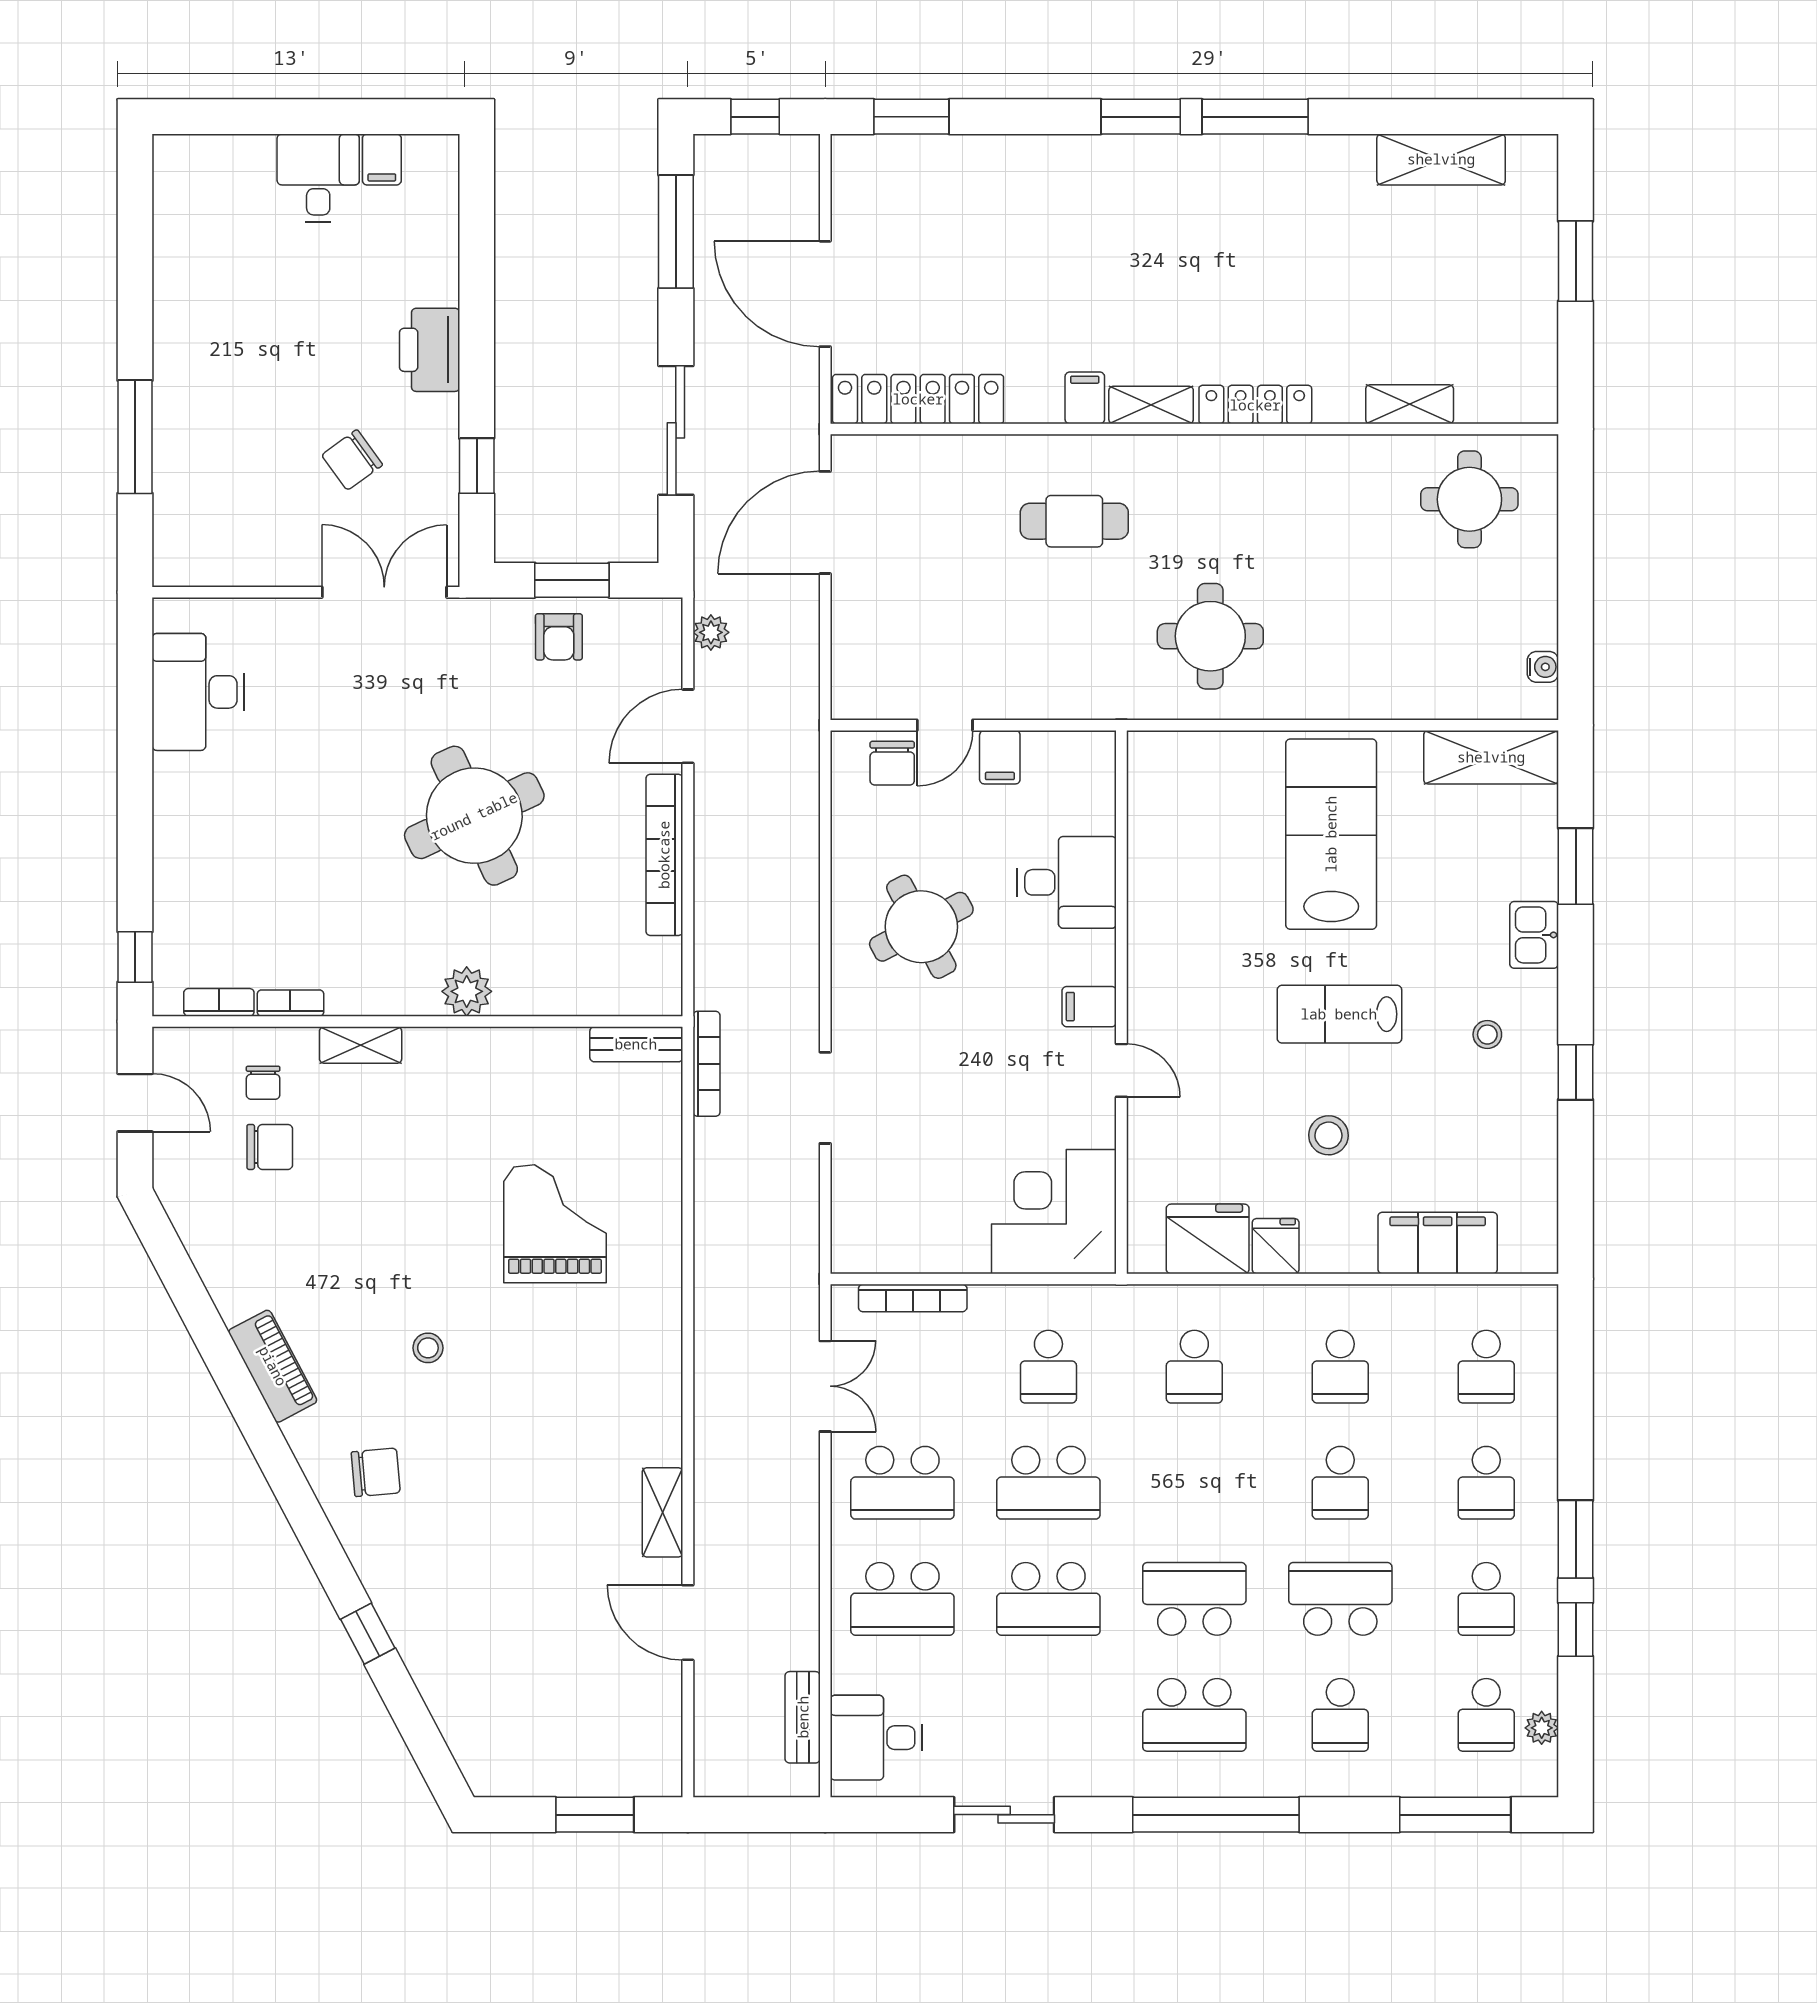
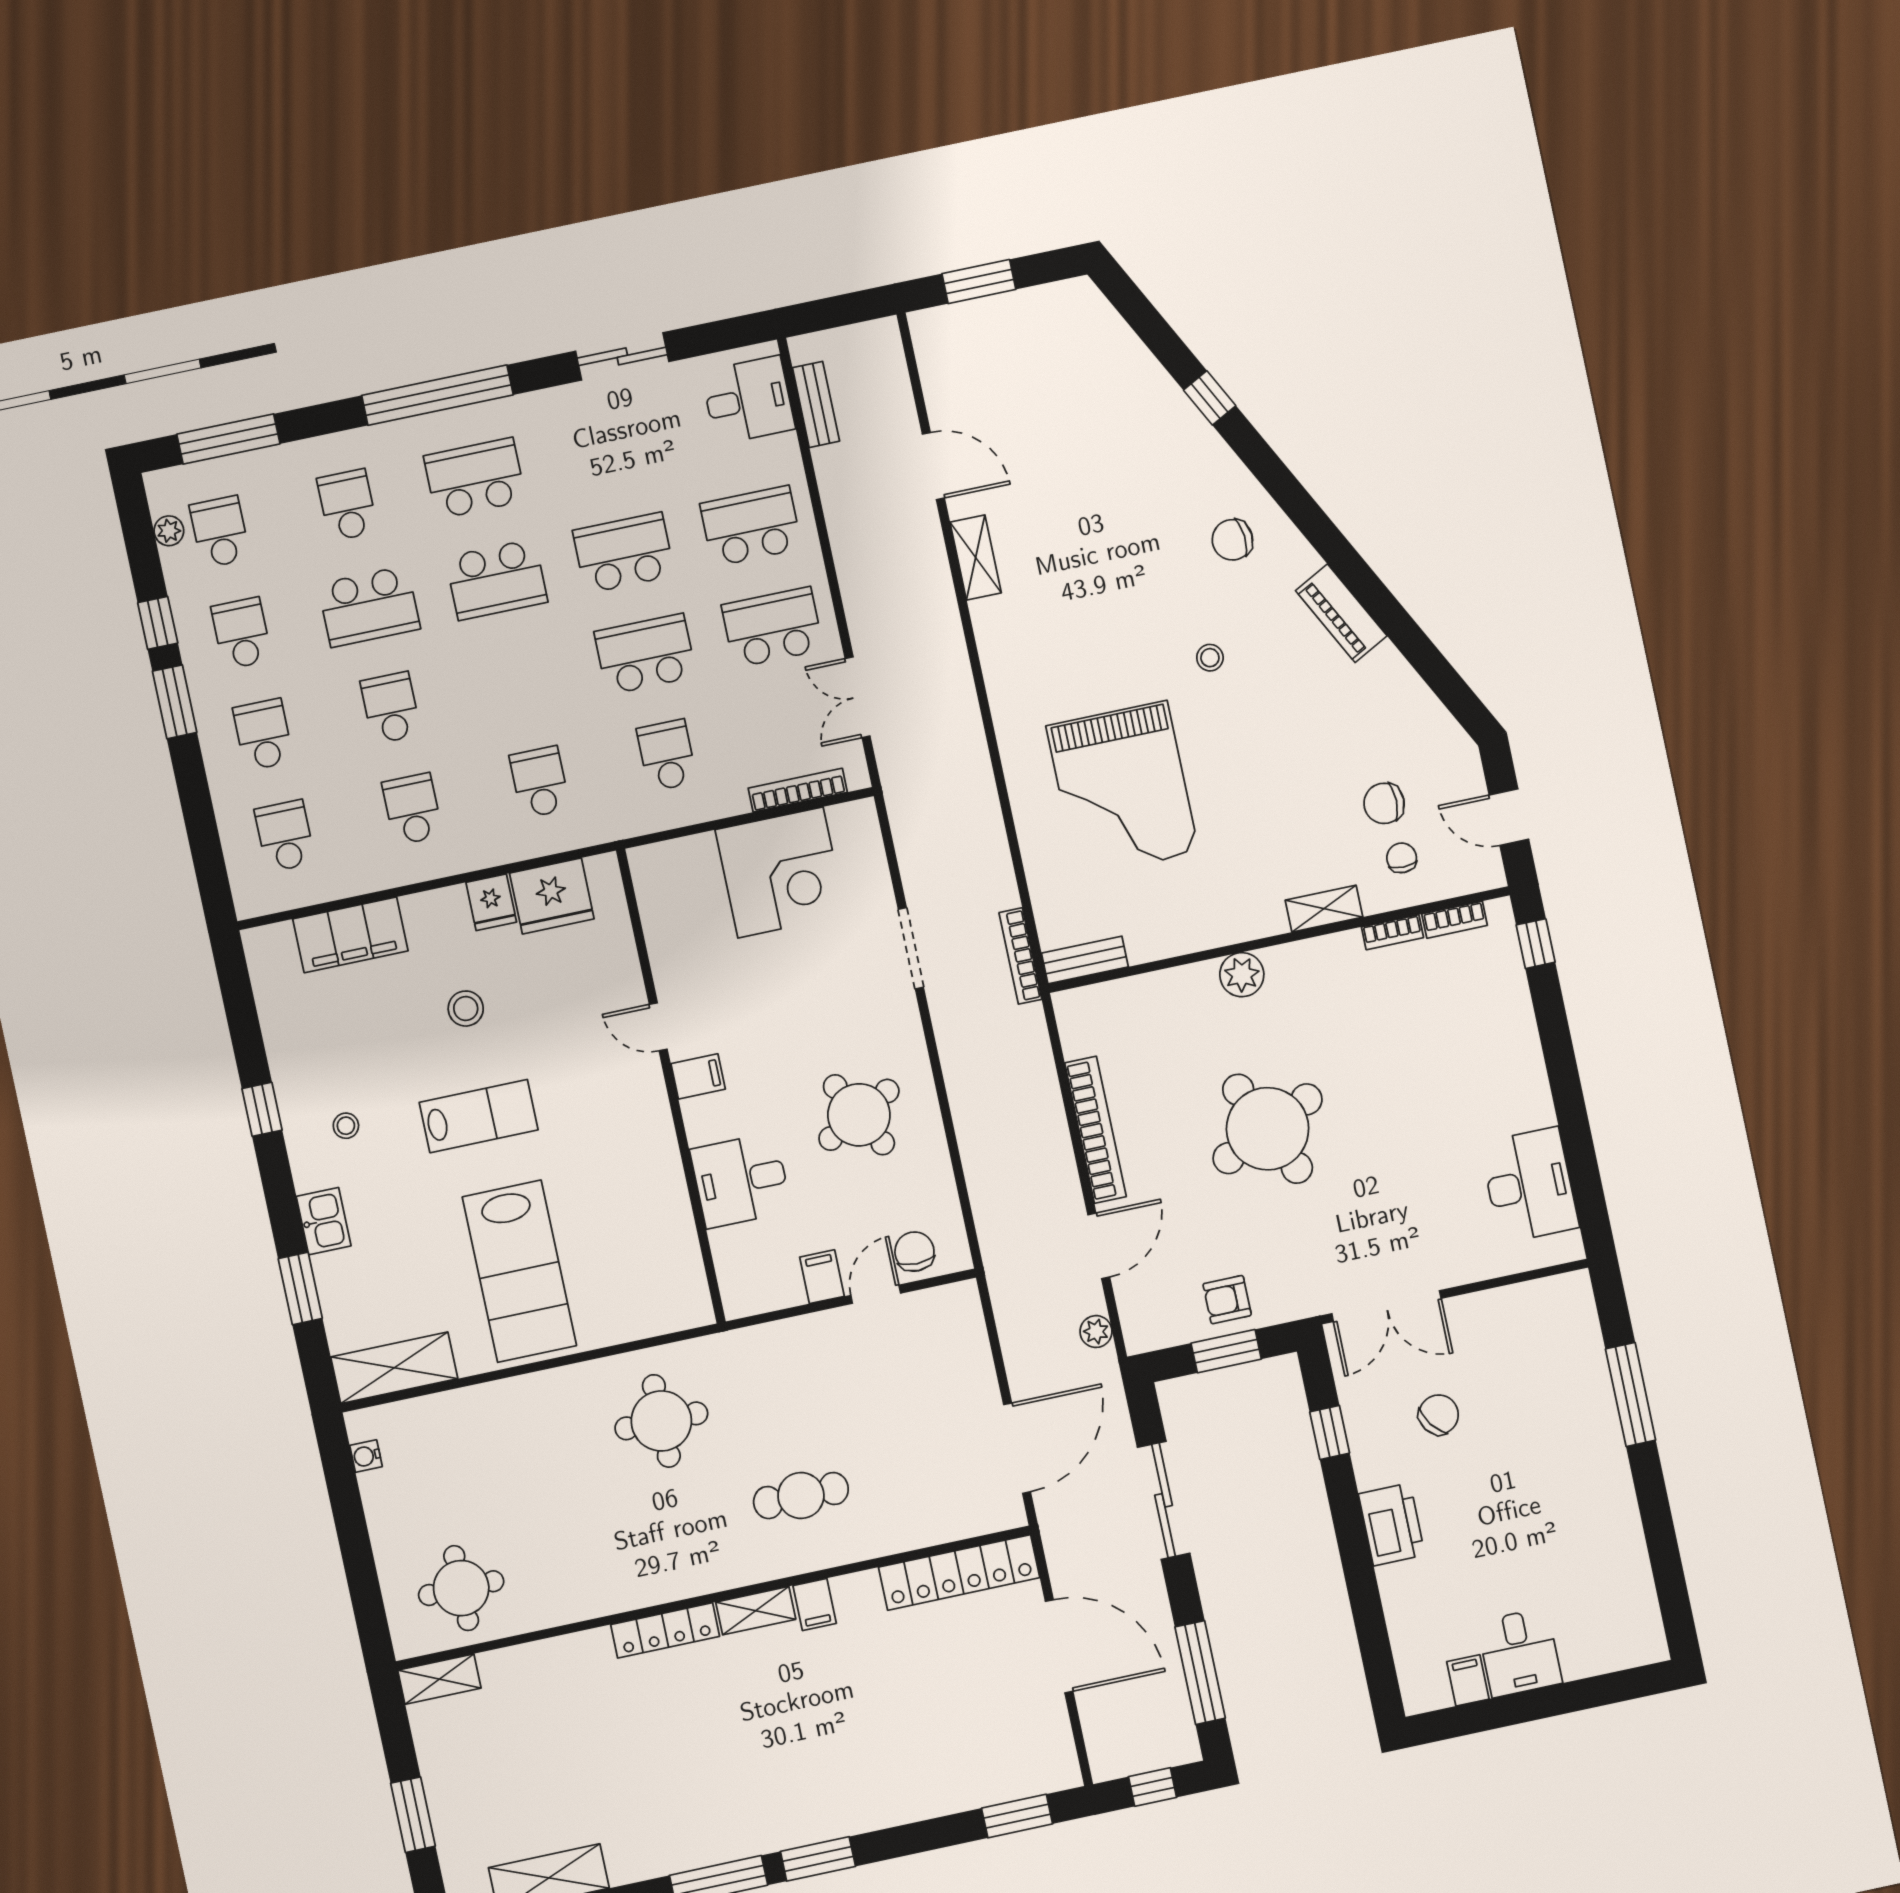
shelving: (1410, 404) -> (439, 1679), moved
armchair: (559, 637) -> (1227, 1300), turned -90
corner desk: (1054, 1212) -> (781, 872), moved
grand piano: (555, 1224) -> (1123, 789), width x1.37, depth x1.48

